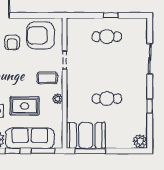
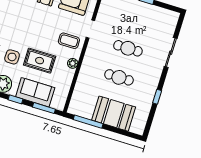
cafe table: (107, 37) -> (128, 48), moved
booth: (86, 135) -> (114, 114), moved
sofa: (30, 138) -> (35, 92), width x0.73
plant: (140, 141) -> (138, 127), removed

